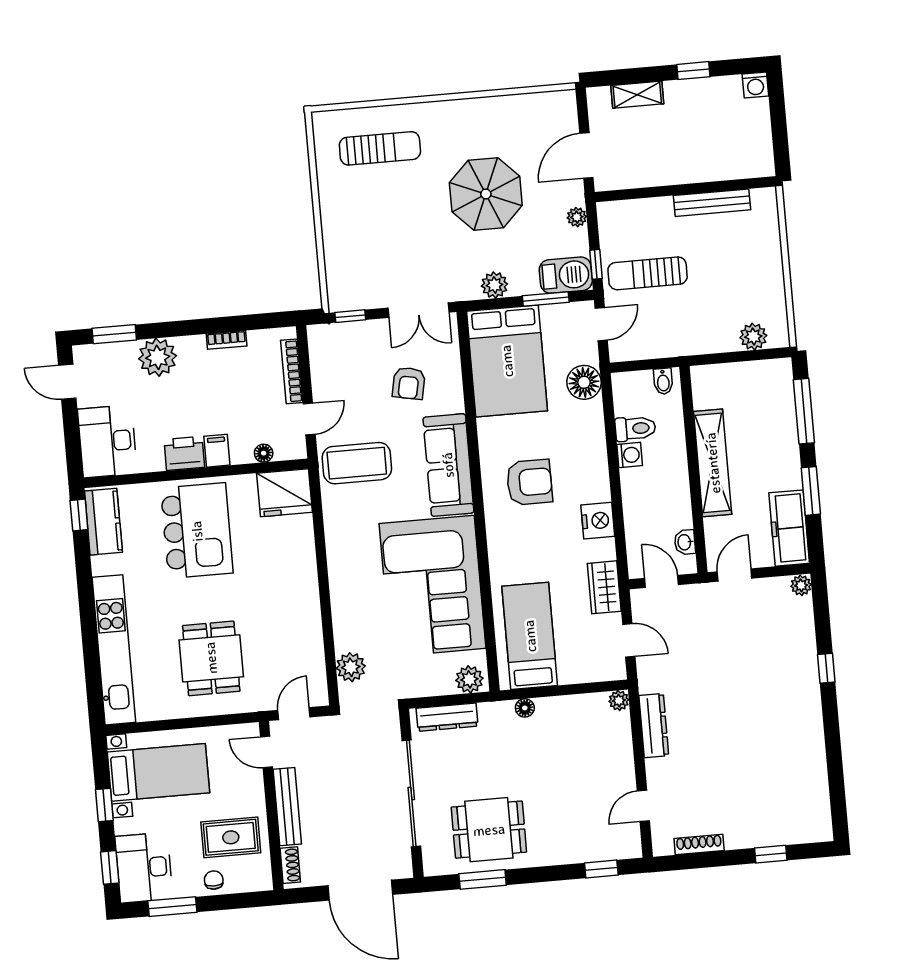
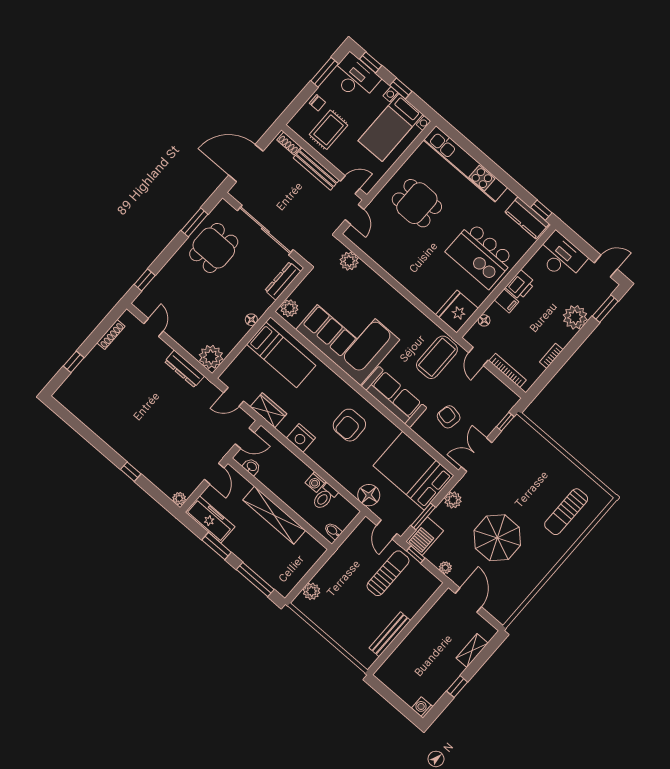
plant: (619, 701) -> (211, 357), width x1.88, depth x1.88

